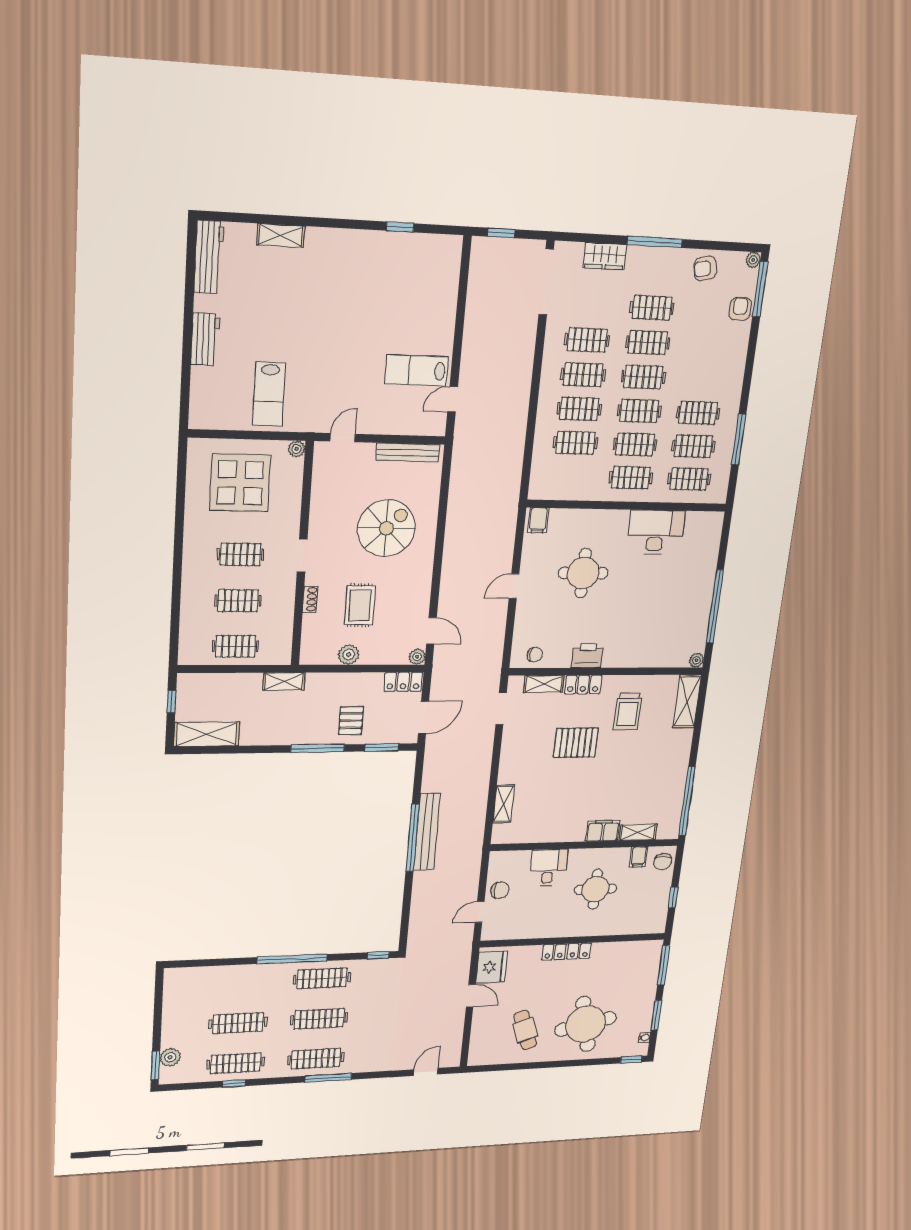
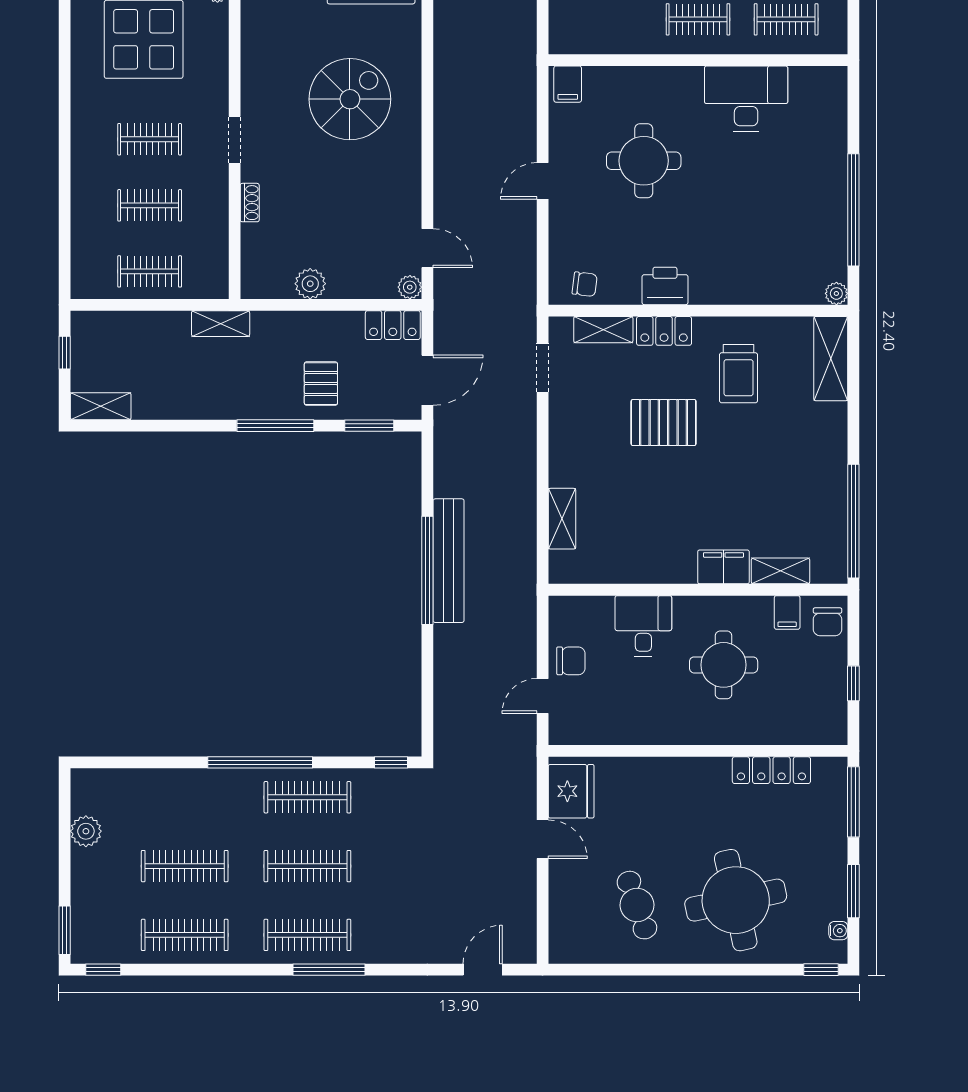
rug: (360, 605) -> (321, 211), removed
shelving: (207, 734) -> (101, 406), width x0.67, depth x0.75
locker: (566, 952) -> (771, 770), moved
plant: (170, 1057) -> (86, 831), moved
window: (234, 1083) -> (103, 970), moved

